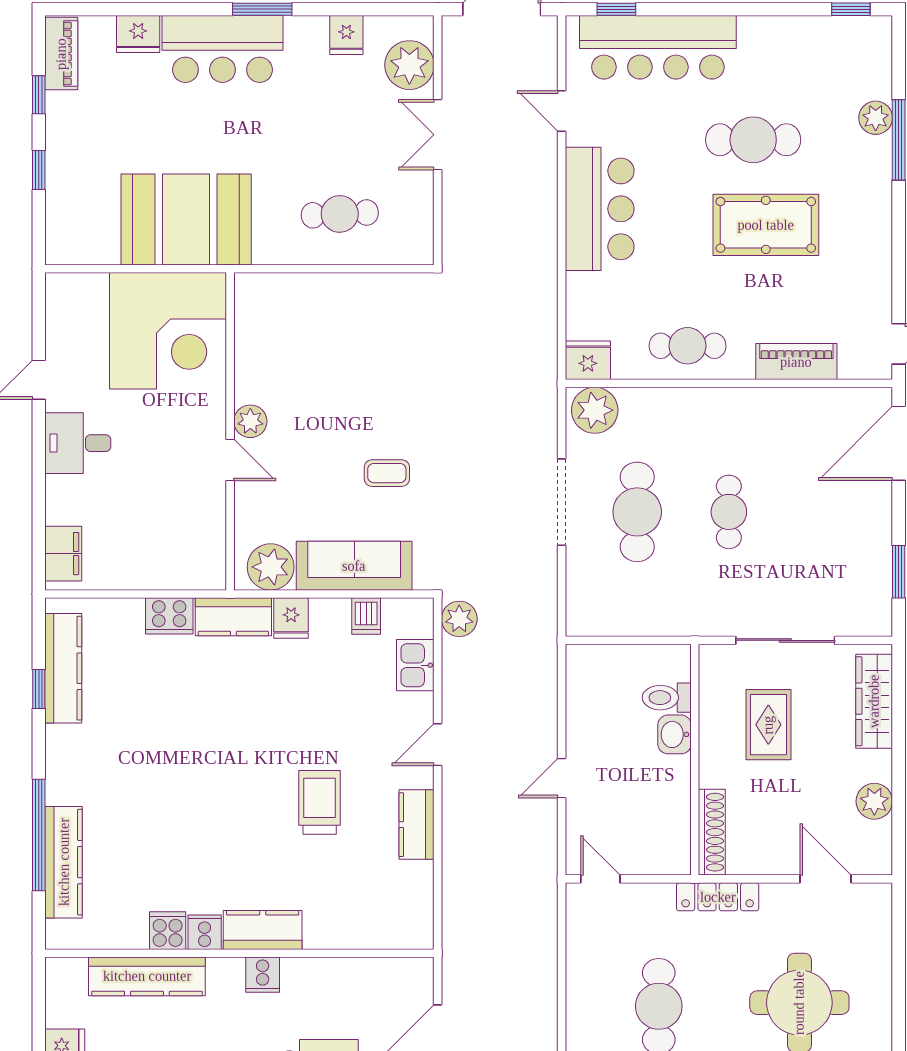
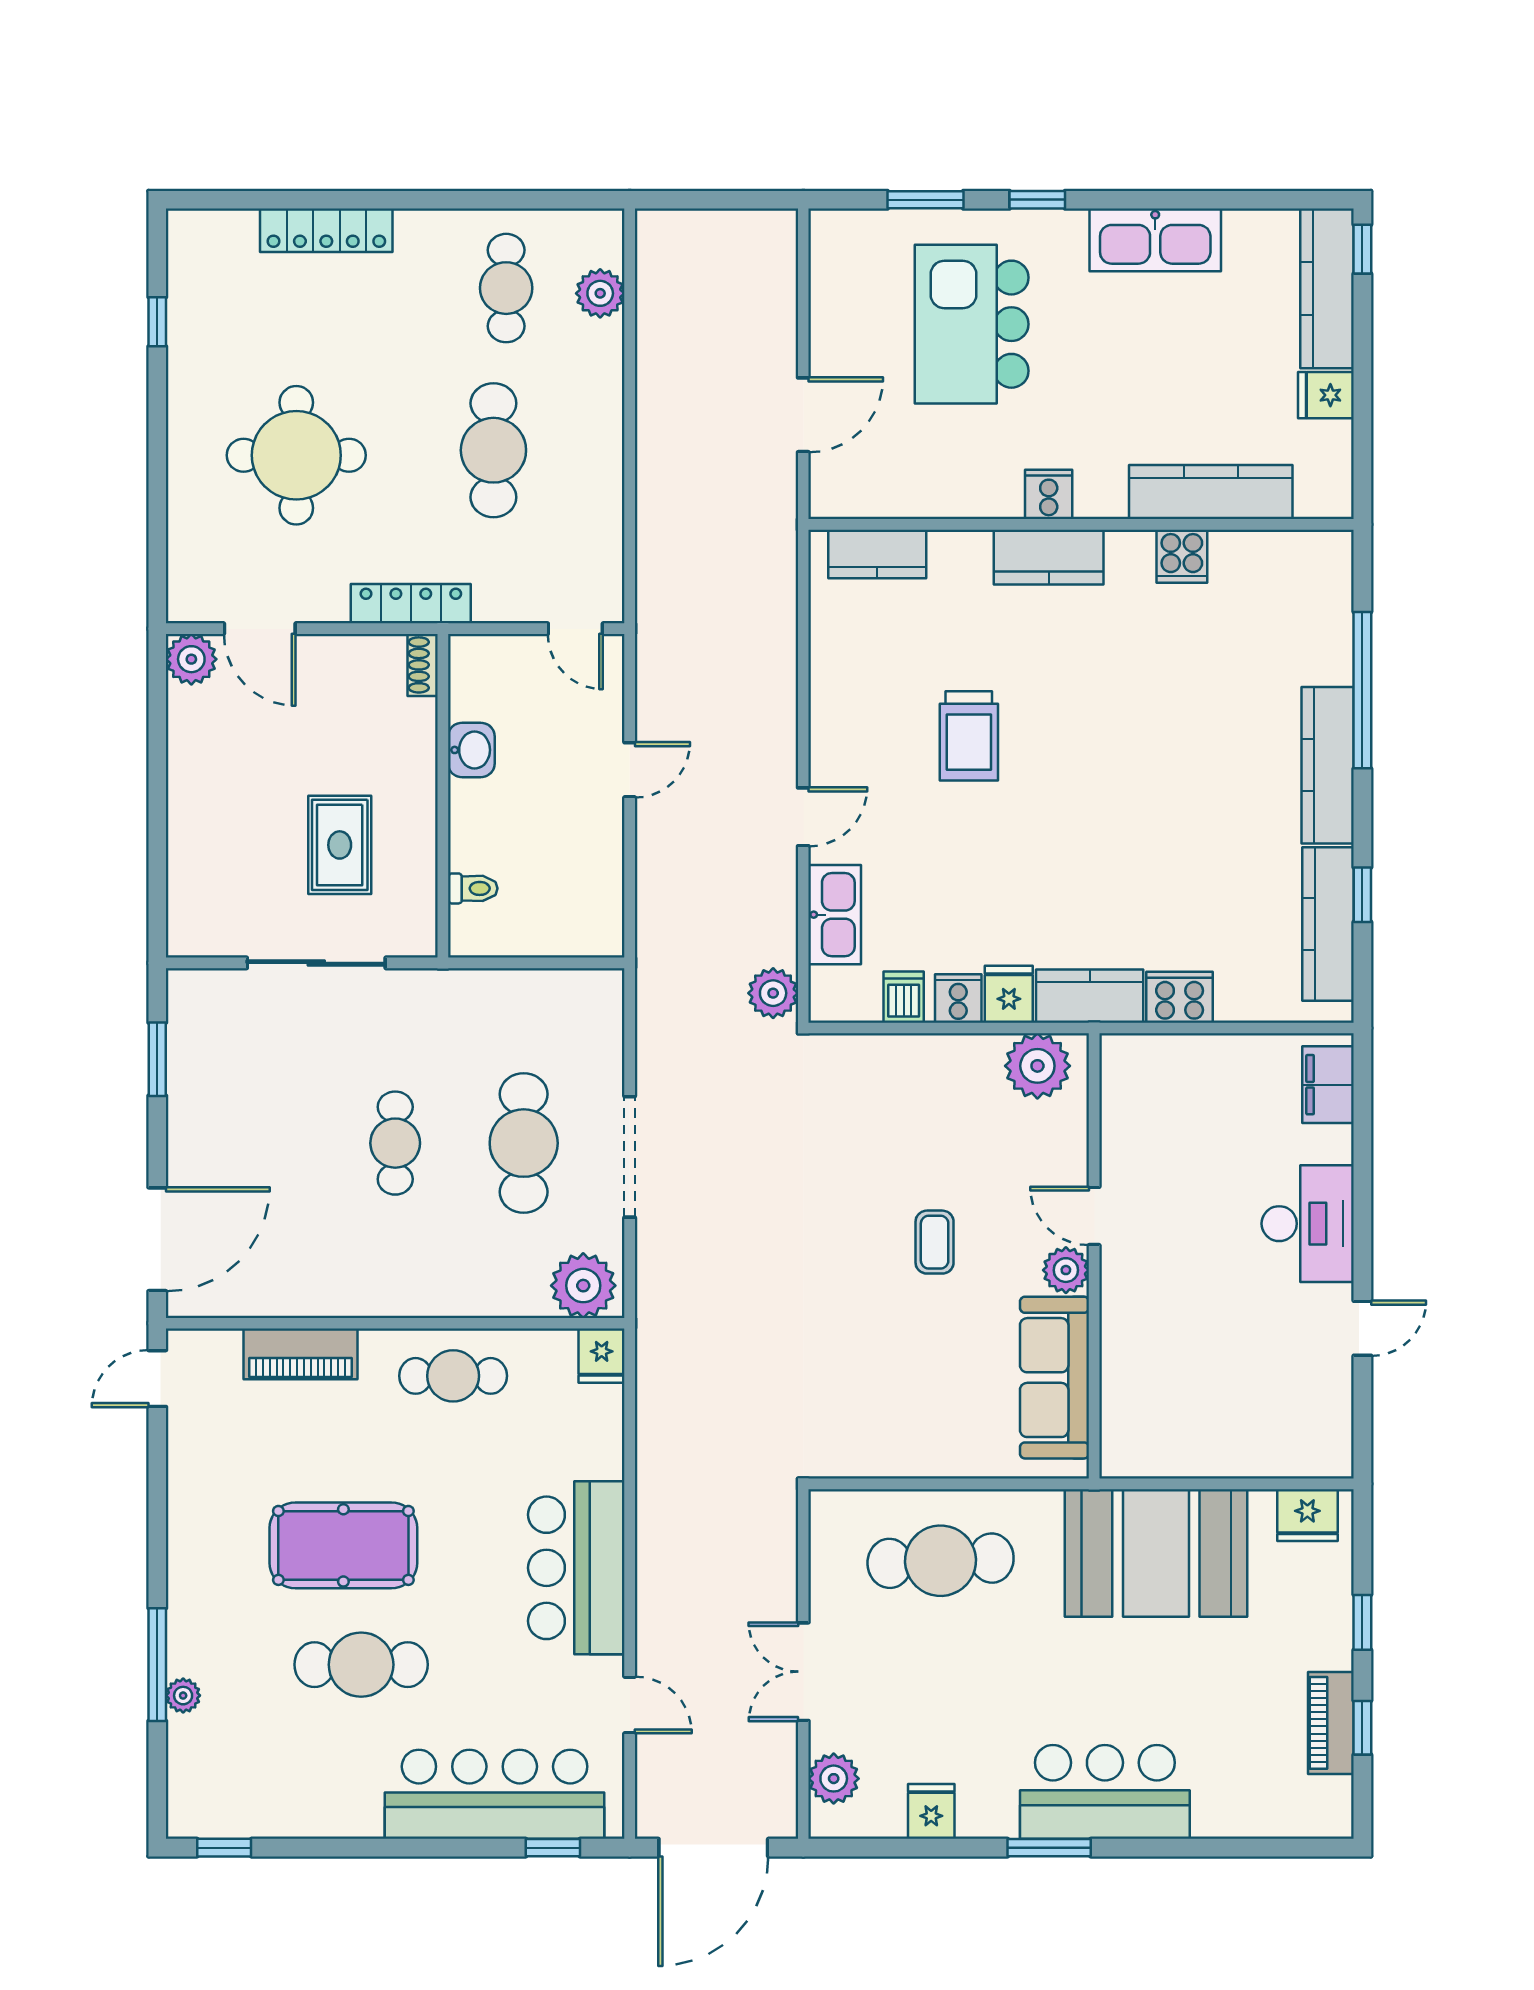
fridge: (138, 34) -> (1307, 1515), moved, turned 180
piano: (61, 54) -> (1331, 1723), moved
plant: (409, 65) -> (834, 1779), width x0.73, depth x0.73
plant: (876, 118) -> (183, 1696), width x0.73, depth x0.73
double door: (438, 135) -> (803, 1672), swing flipped
cafe table: (340, 214) -> (941, 1561), width x1.37, depth x1.35
corner desk: (168, 331) -> (1181, 1397), removed
fridge: (588, 360) -> (602, 1356), width x0.72
desk: (78, 443) -> (1308, 1224), width x1.37
coffee table: (387, 473) -> (935, 1242), moved, turned 90
sofa: (354, 566) -> (1055, 1378), moved, turned 90
kitchen sink: (415, 665) -> (835, 915), width x1.38
toilet: (667, 698) -> (473, 888), width x0.73, depth x0.72
wardrobe: (874, 701) -> (191, 878), removed
washbasin: (675, 734) -> (471, 750), moved
plant: (874, 801) -> (191, 659), moved
kitchen counter: (417, 825) -> (877, 554), moved, turned 90
shoe rack: (712, 832) -> (423, 665), width x0.51, depth x0.81
kitchen counter: (64, 862) -> (1328, 765), moved
cooker: (205, 932) -> (958, 998), moved, turned 180

